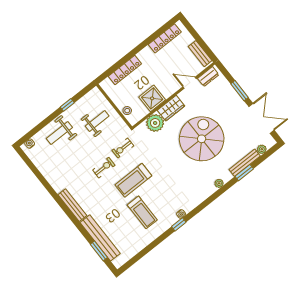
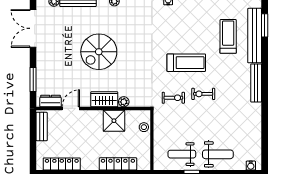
door: (190, 83) -> (71, 108), swing flipped
window: (239, 91) -> (33, 80), moved
weight bench: (97, 121) -> (182, 154), moved
plant: (155, 123) -> (124, 102), width x0.53, depth x0.53
spiral stairs: (202, 139) -> (99, 52), width x0.73, depth x0.73
treadmill: (142, 212) -> (228, 36), moved

